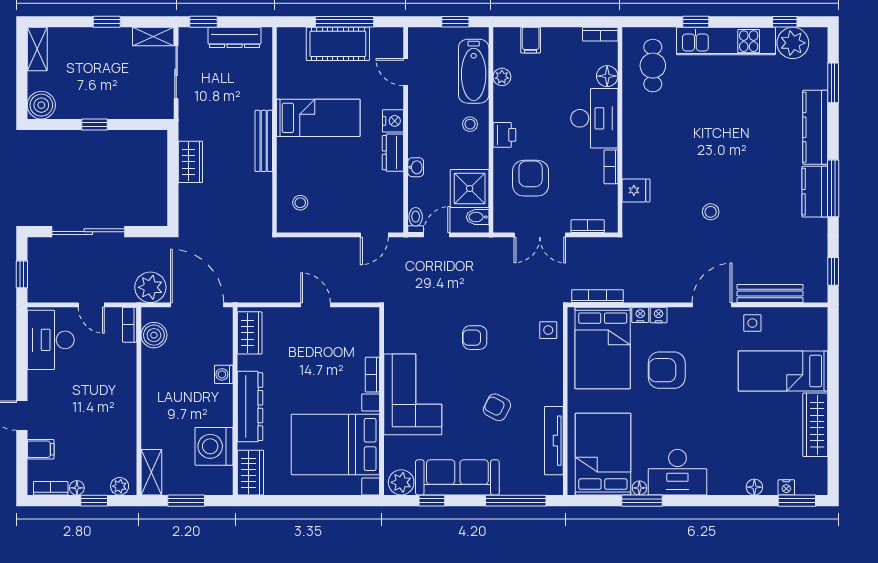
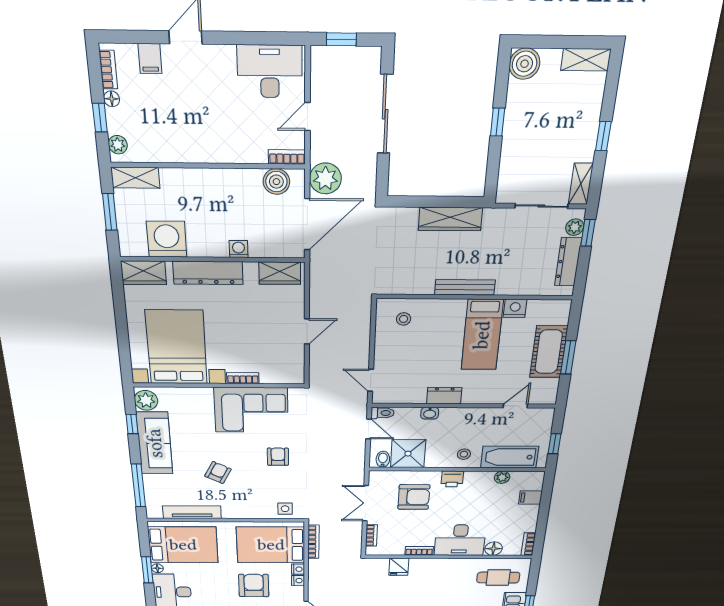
window: (345, 22) -> (568, 357), width x0.69
plant: (198, 36) -> (575, 227), added
nightstand: (393, 121) -> (515, 308), moved, turned 180
wardrobe: (190, 162) -> (450, 219), width x1.50
corner sofa: (413, 394) -> (251, 410), moved

